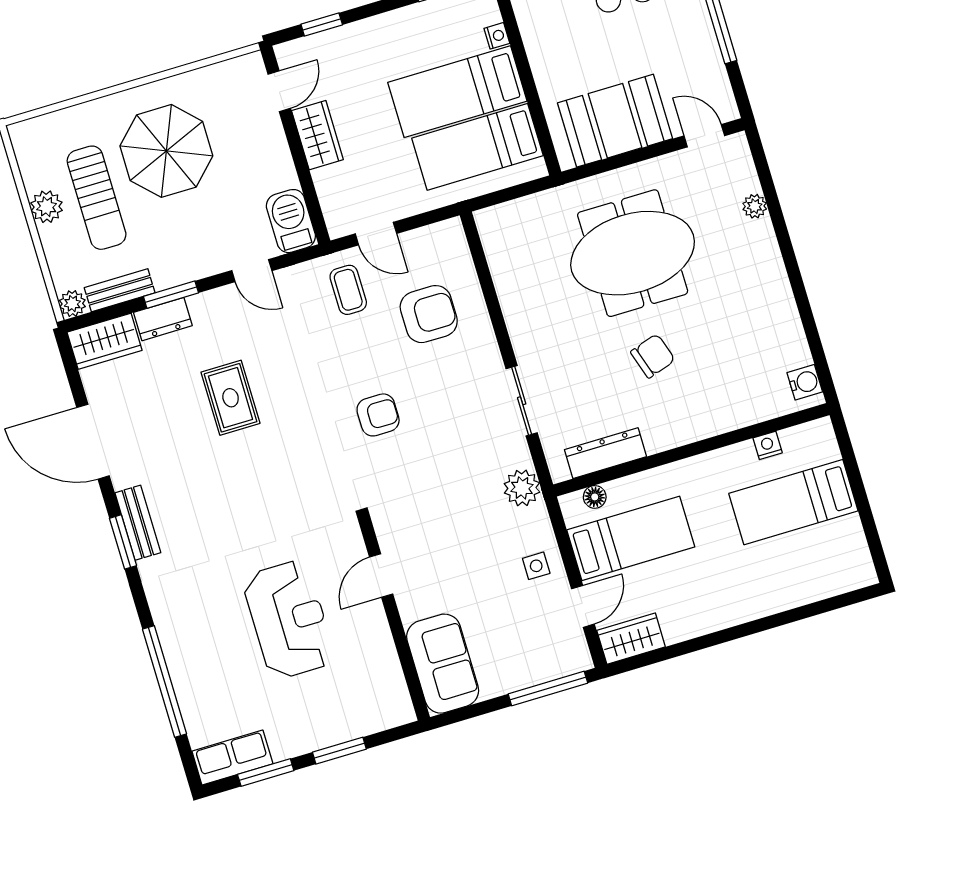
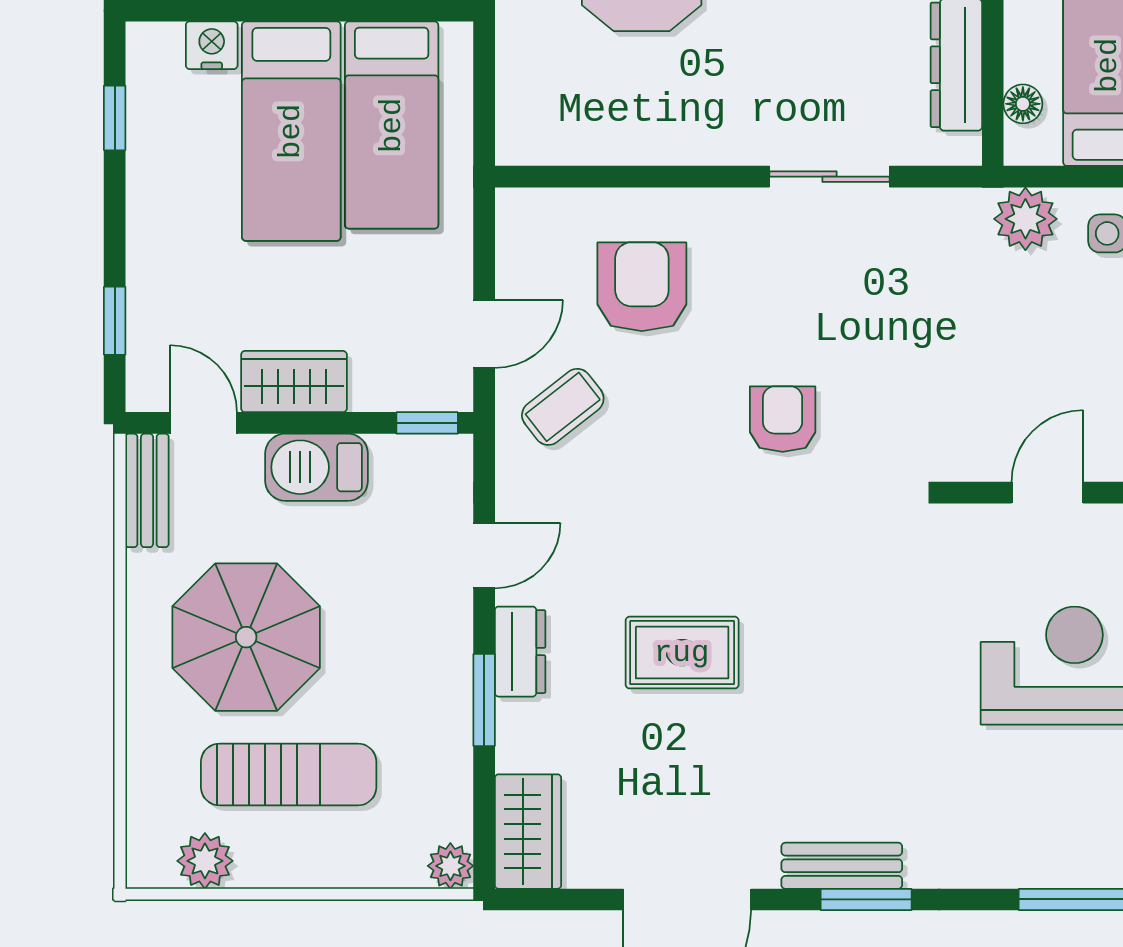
nightstand: (497, 36) -> (212, 45), width x1.39, depth x1.35
plant: (47, 207) -> (205, 861), moved
window: (317, 217) -> (427, 423), added
barbecue: (291, 221) -> (317, 467), moved
bench: (120, 290) -> (147, 490), moved
coffee table: (348, 290) -> (563, 407), turned -38
dresser: (163, 319) -> (520, 652), moved
plant: (522, 488) -> (1025, 219), moved
door: (381, 576) -> (1047, 493), swing flipped

